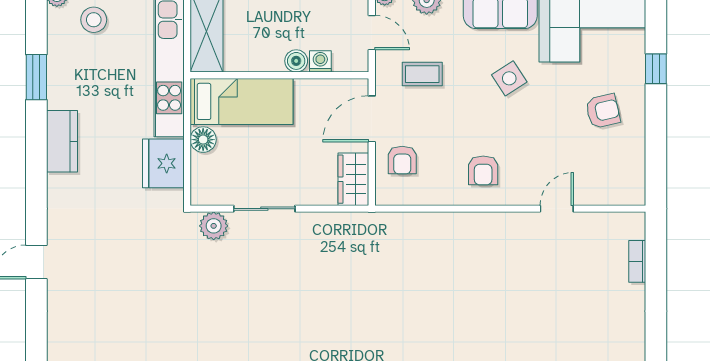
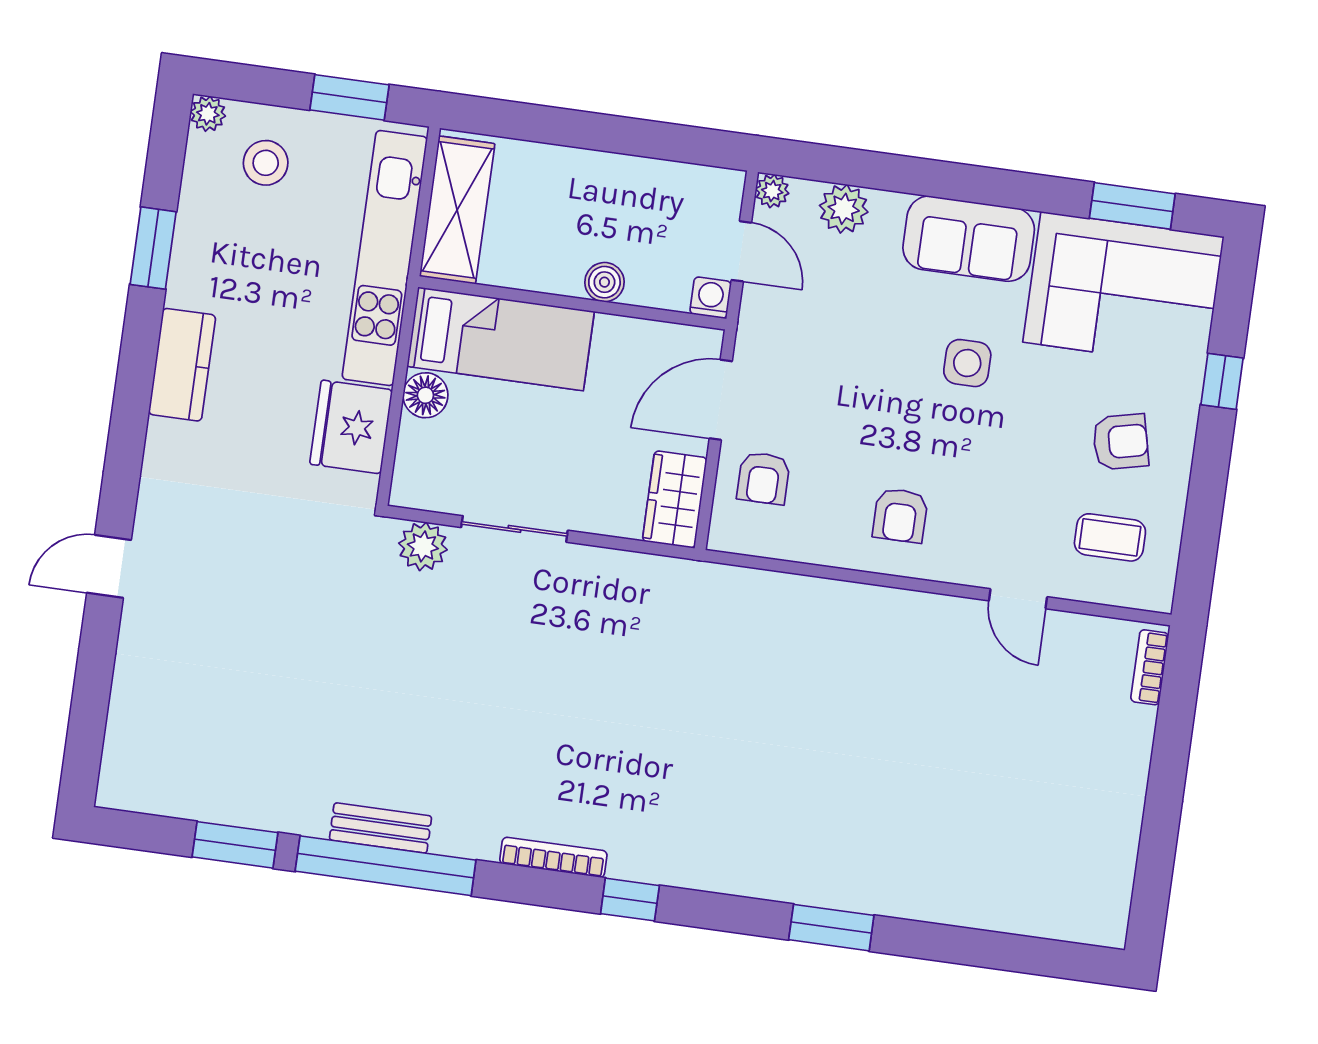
washing machine: (320, 61) -> (711, 298), moved
coffee table: (422, 74) -> (1110, 537), moved
side table: (509, 78) -> (967, 363), turned 33
door: (557, 209) -> (1018, 599), swing flipped
bookcase: (637, 261) -> (1150, 667), moved

